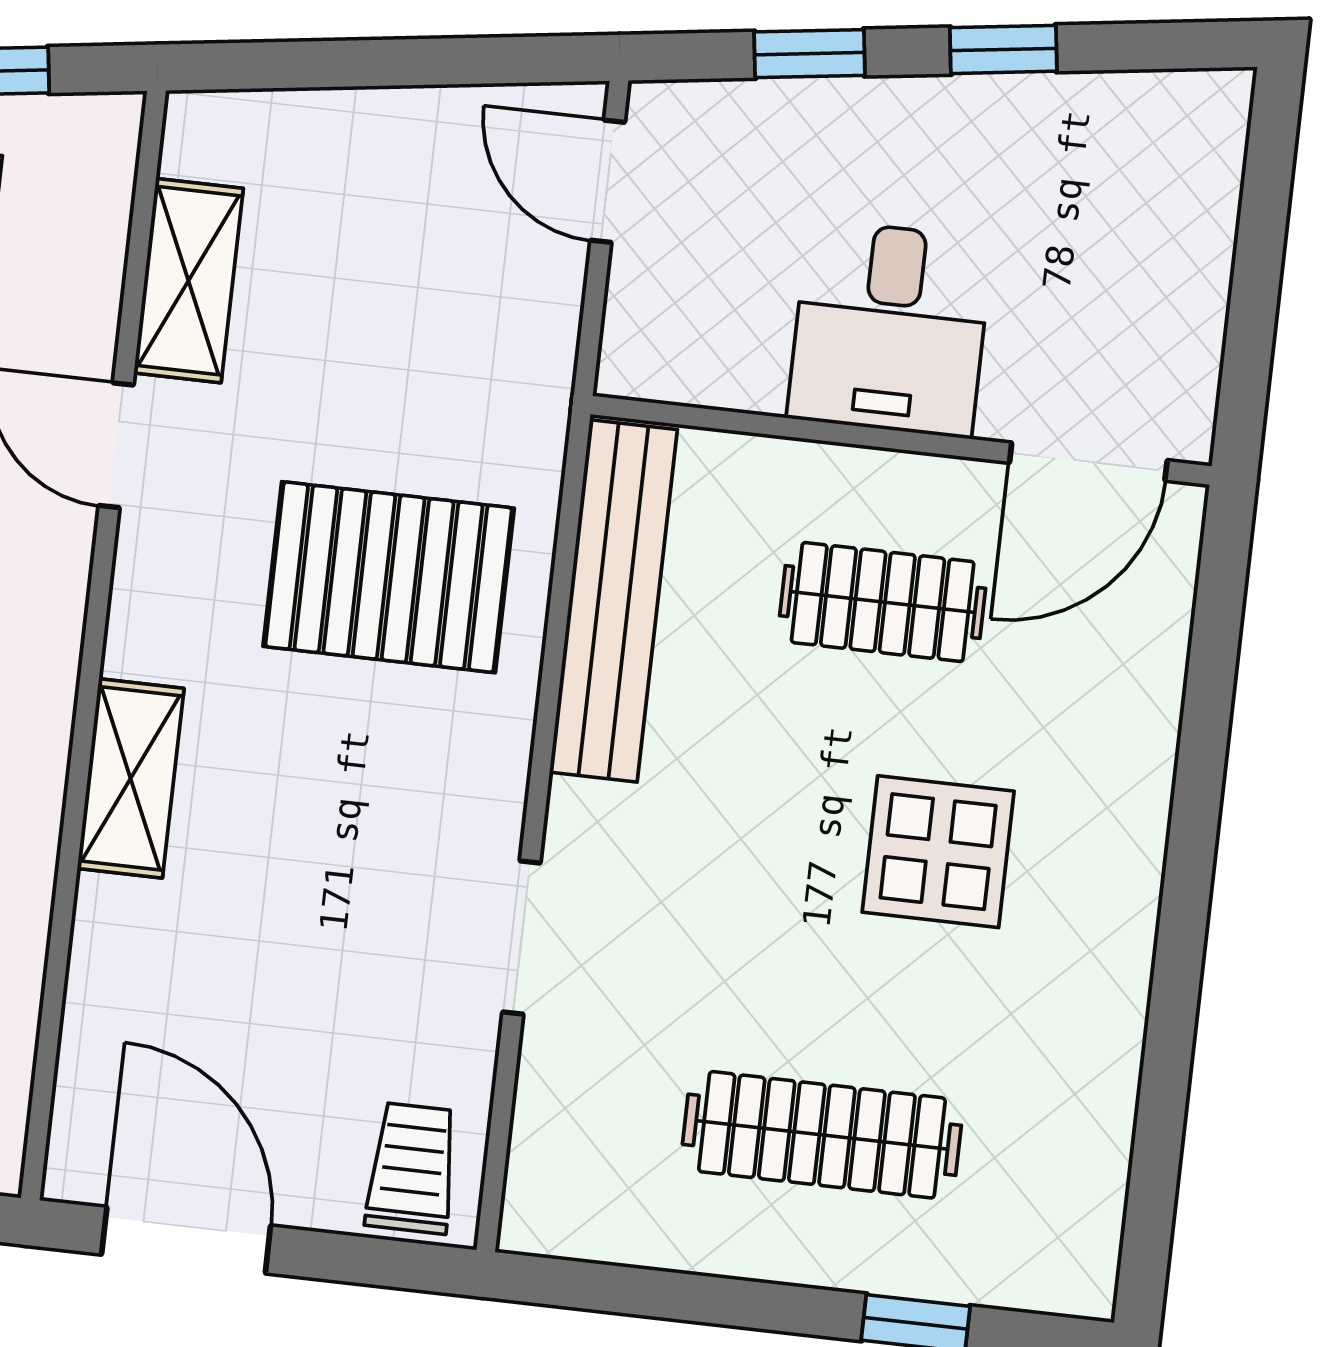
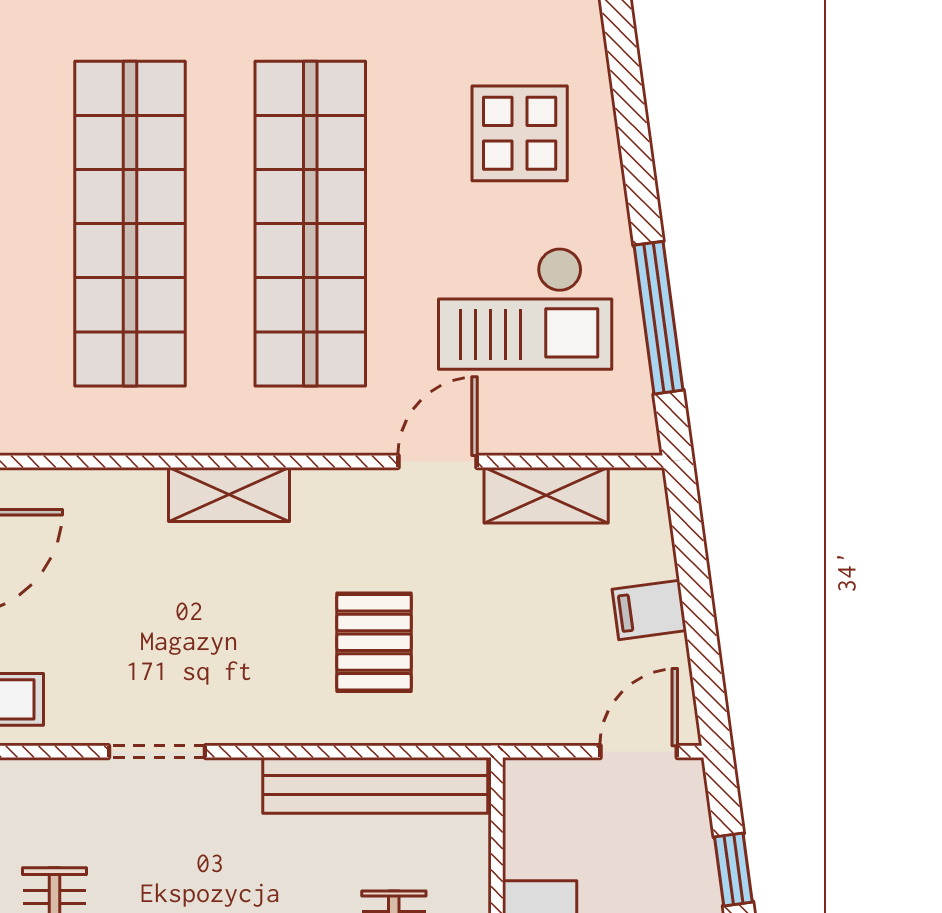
filing cabinet: (387, 139) -> (649, 610), added
pallet: (389, 577) -> (374, 642), width x0.67, depth x0.71

